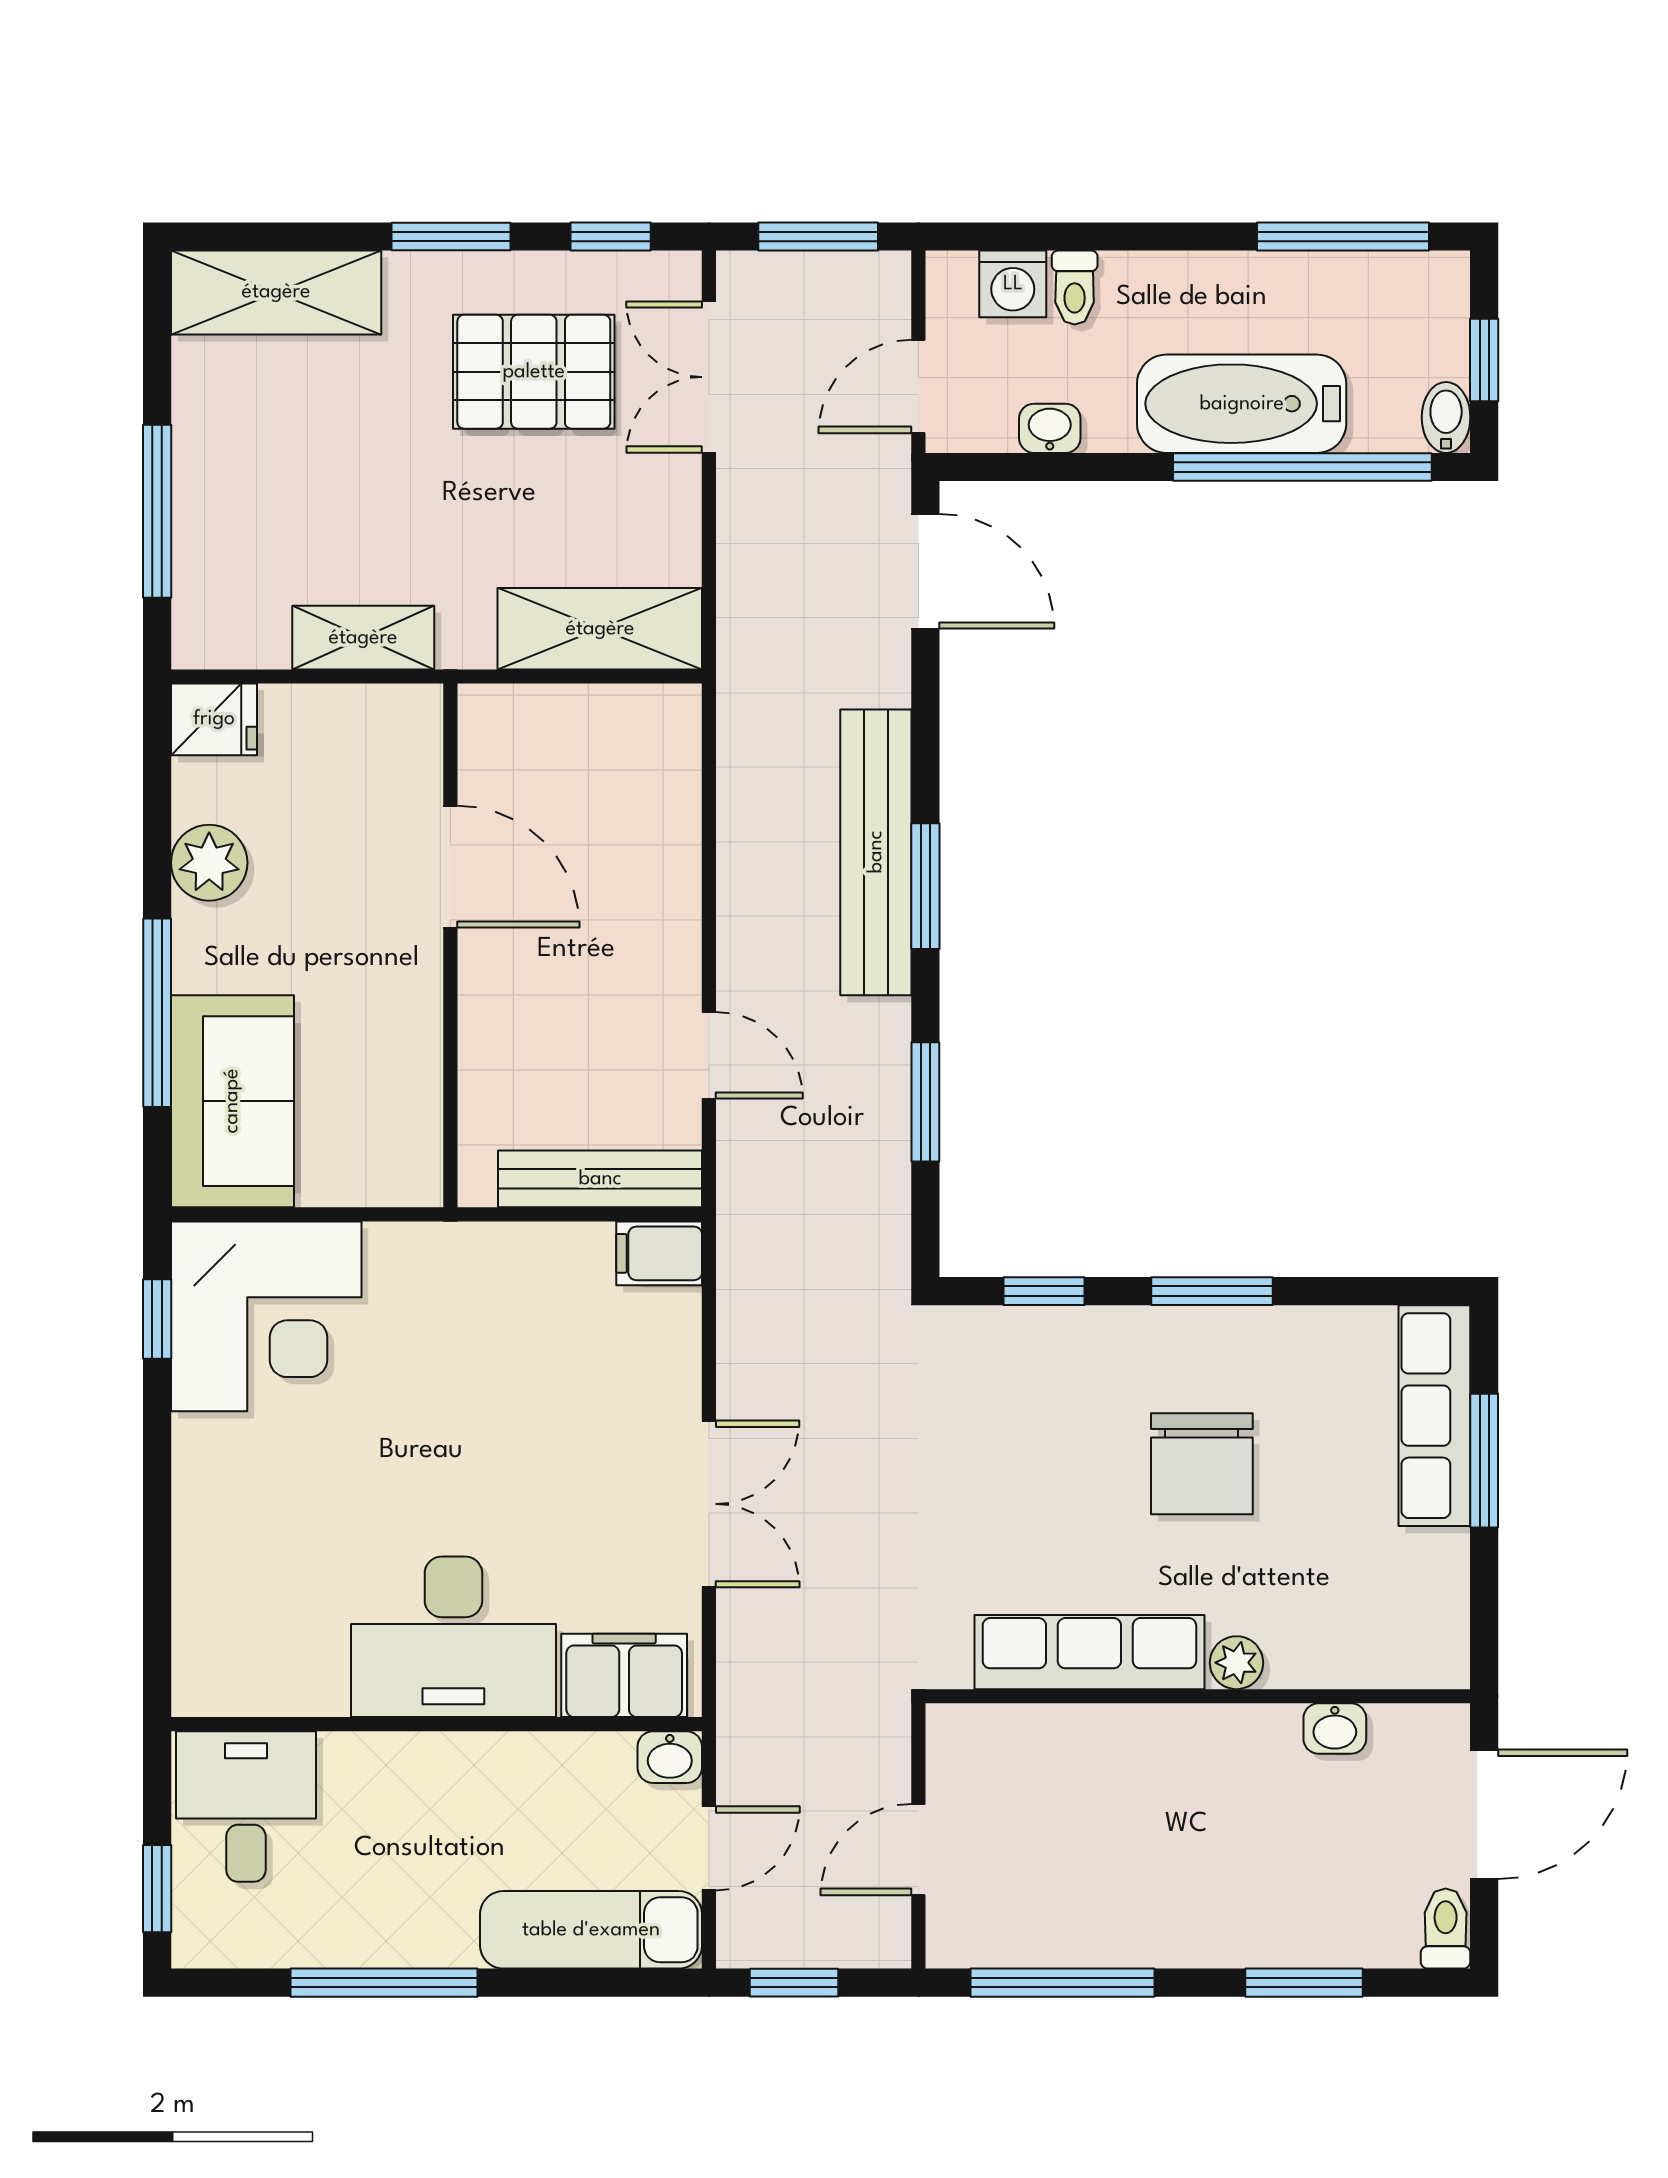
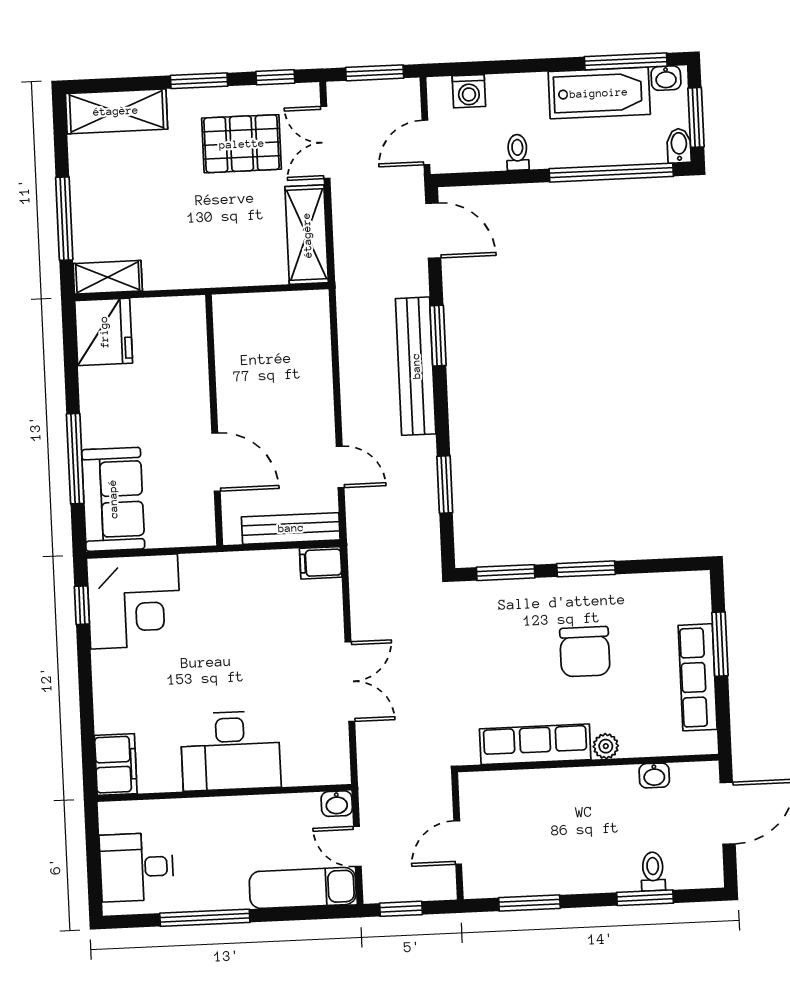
toilet: (1075, 288) -> (518, 152), moved, turned 180
window: (1484, 360) -> (696, 117), width x1.50
bathtub: (1242, 404) -> (599, 93), moved, turned 180
washbasin: (1050, 428) -> (666, 78), moved, turned 180
shelving: (600, 629) -> (307, 235), moved, turned 90
shelving: (363, 638) -> (108, 277), moved
fridge: (214, 719) -> (104, 332), width x1.88, depth x1.34
plant: (209, 863) -> (97, 386), removed
door: (450, 867) -> (216, 462), moved
window: (925, 886) -> (438, 336), moved
window: (1044, 1291) -> (506, 573), width x1.50
row of seats: (1434, 1416) -> (698, 677), moved
filing cabinet: (624, 1675) -> (116, 764), moved, turned 90
desk: (246, 1807) -> (137, 867), moved, turned -90
door: (709, 1848) -> (357, 846), swing flipped
window: (157, 1889) -> (94, 878), removed
toilet: (1446, 1929) -> (653, 871), moved
window: (1063, 1983) -> (529, 903), width x0.69

